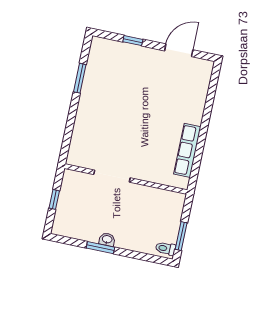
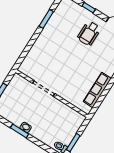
wheelchair: (147, 76) -> (89, 33), added

